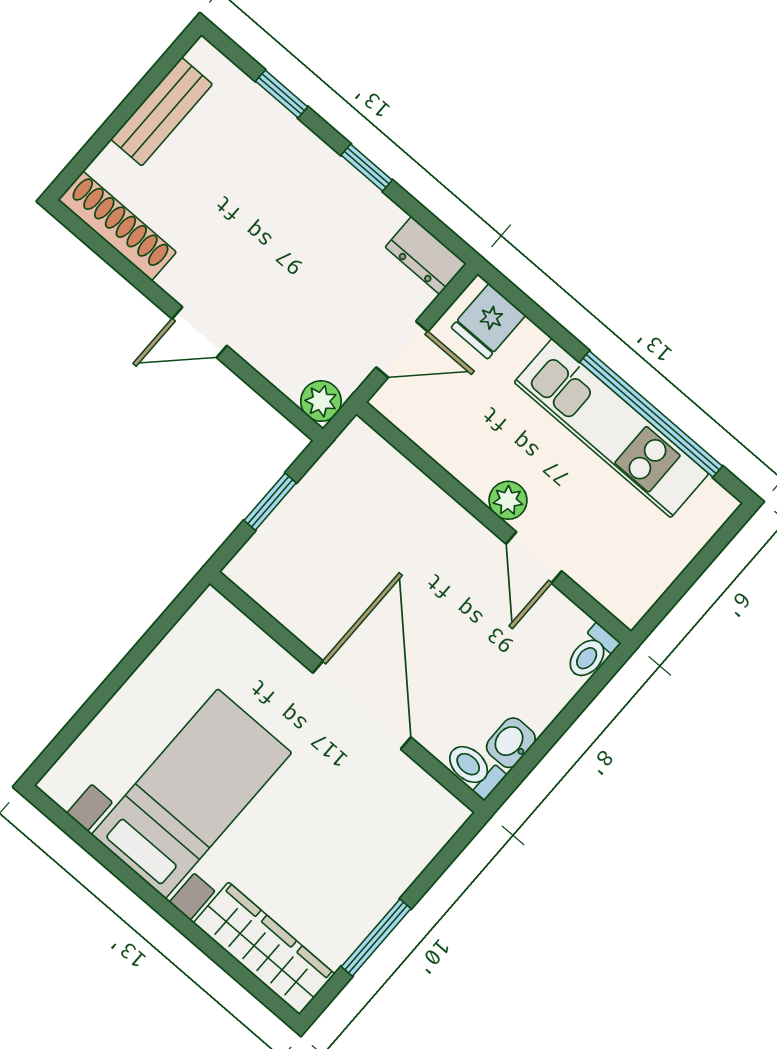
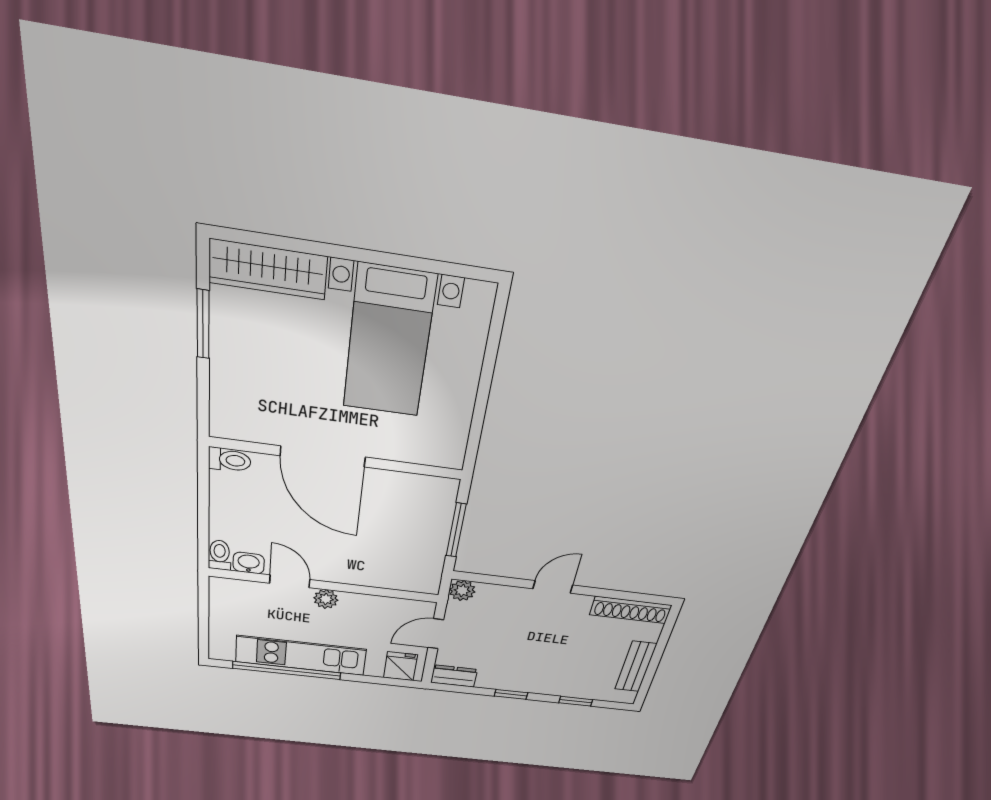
window: (270, 502) -> (456, 530), width x1.50
washbasin: (511, 743) -> (249, 563), moved, turned -90

